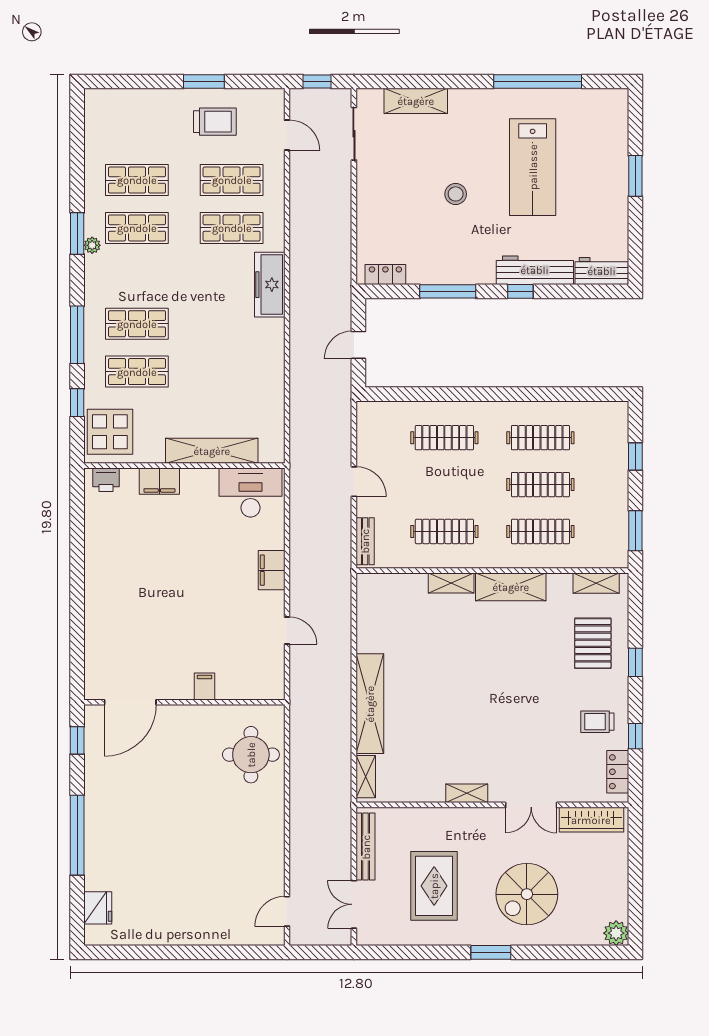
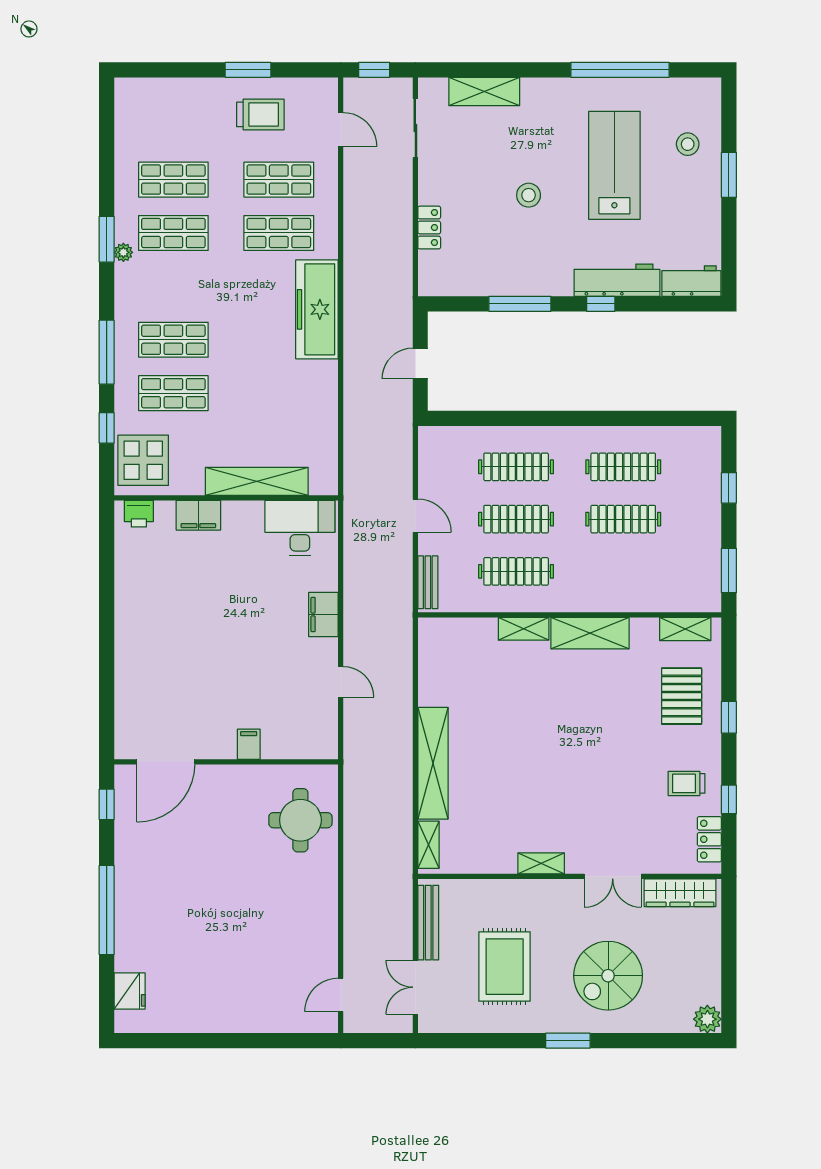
stool: (598, 148) -> (688, 144), added
lab bench: (533, 167) -> (614, 165), turned 180
locker: (385, 275) -> (429, 228), moved, turned 90
freezer: (270, 285) -> (317, 309), width x1.36, depth x1.26
clothes rail: (540, 531) -> (516, 519), moved

